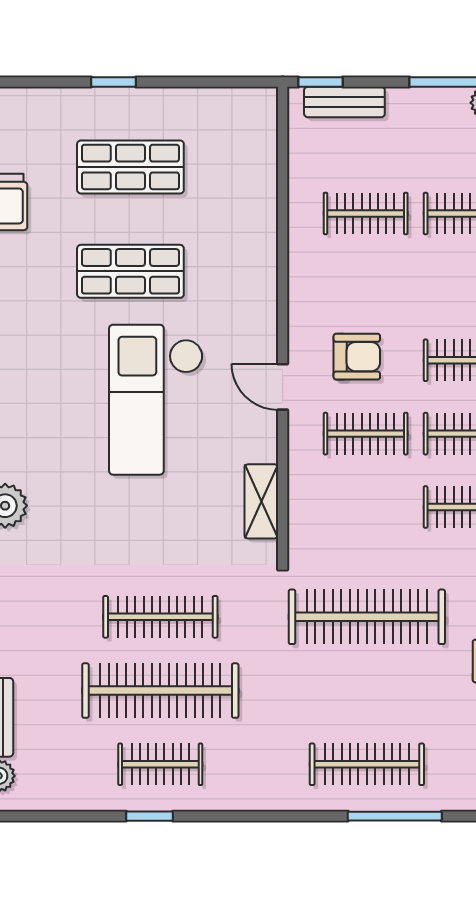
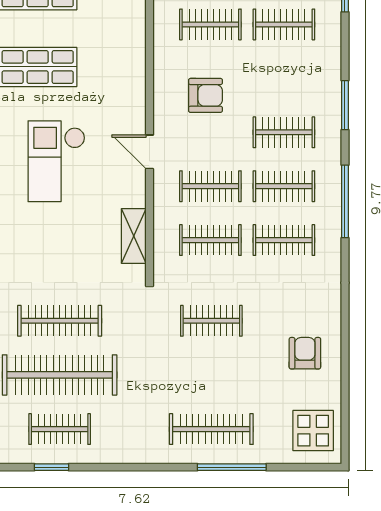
armchair: (357, 357) -> (205, 95), moved
checkout: (156, 400) -> (56, 161), width x0.73, depth x0.83
clothes rail: (366, 507) -> (210, 240), added
clothes rail: (367, 617) -> (211, 321), width x0.54, depth x0.76

